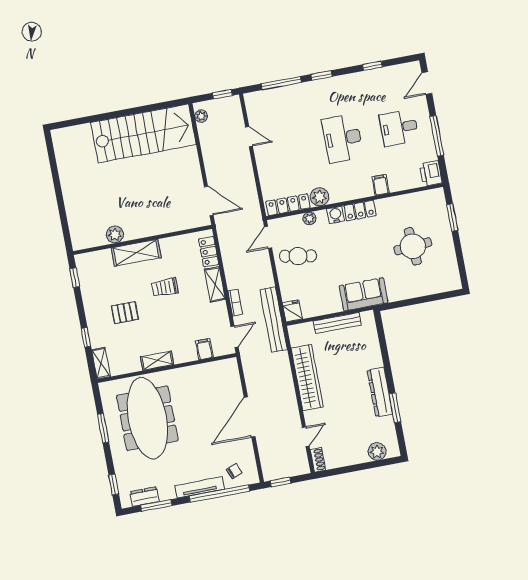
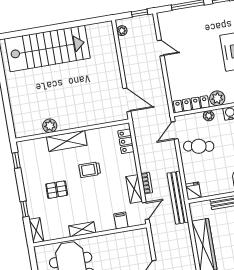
stairs: (143, 133) -> (47, 48), moved
shelving: (215, 284) -> (134, 189), moved

